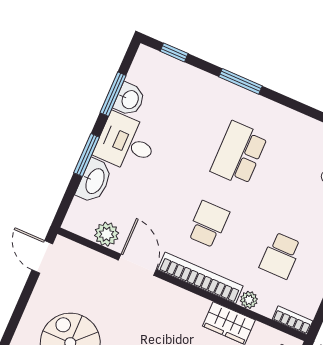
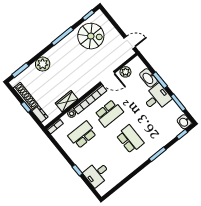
washbasin: (129, 99) -> (184, 122), moved
school desk: (208, 224) -> (109, 113), width x1.85
school desk: (281, 256) -> (82, 135), width x1.85

